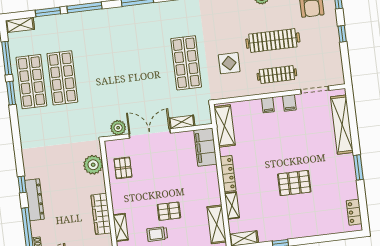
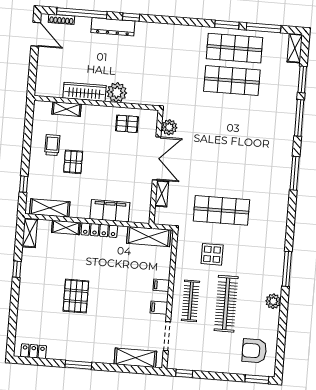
window: (342, 34) -> (184, 373), moved
shelving: (342, 125) -> (135, 358), width x0.68
filing cabinet: (205, 147) -> (110, 211), moved
plant: (93, 165) -> (117, 92), moved

